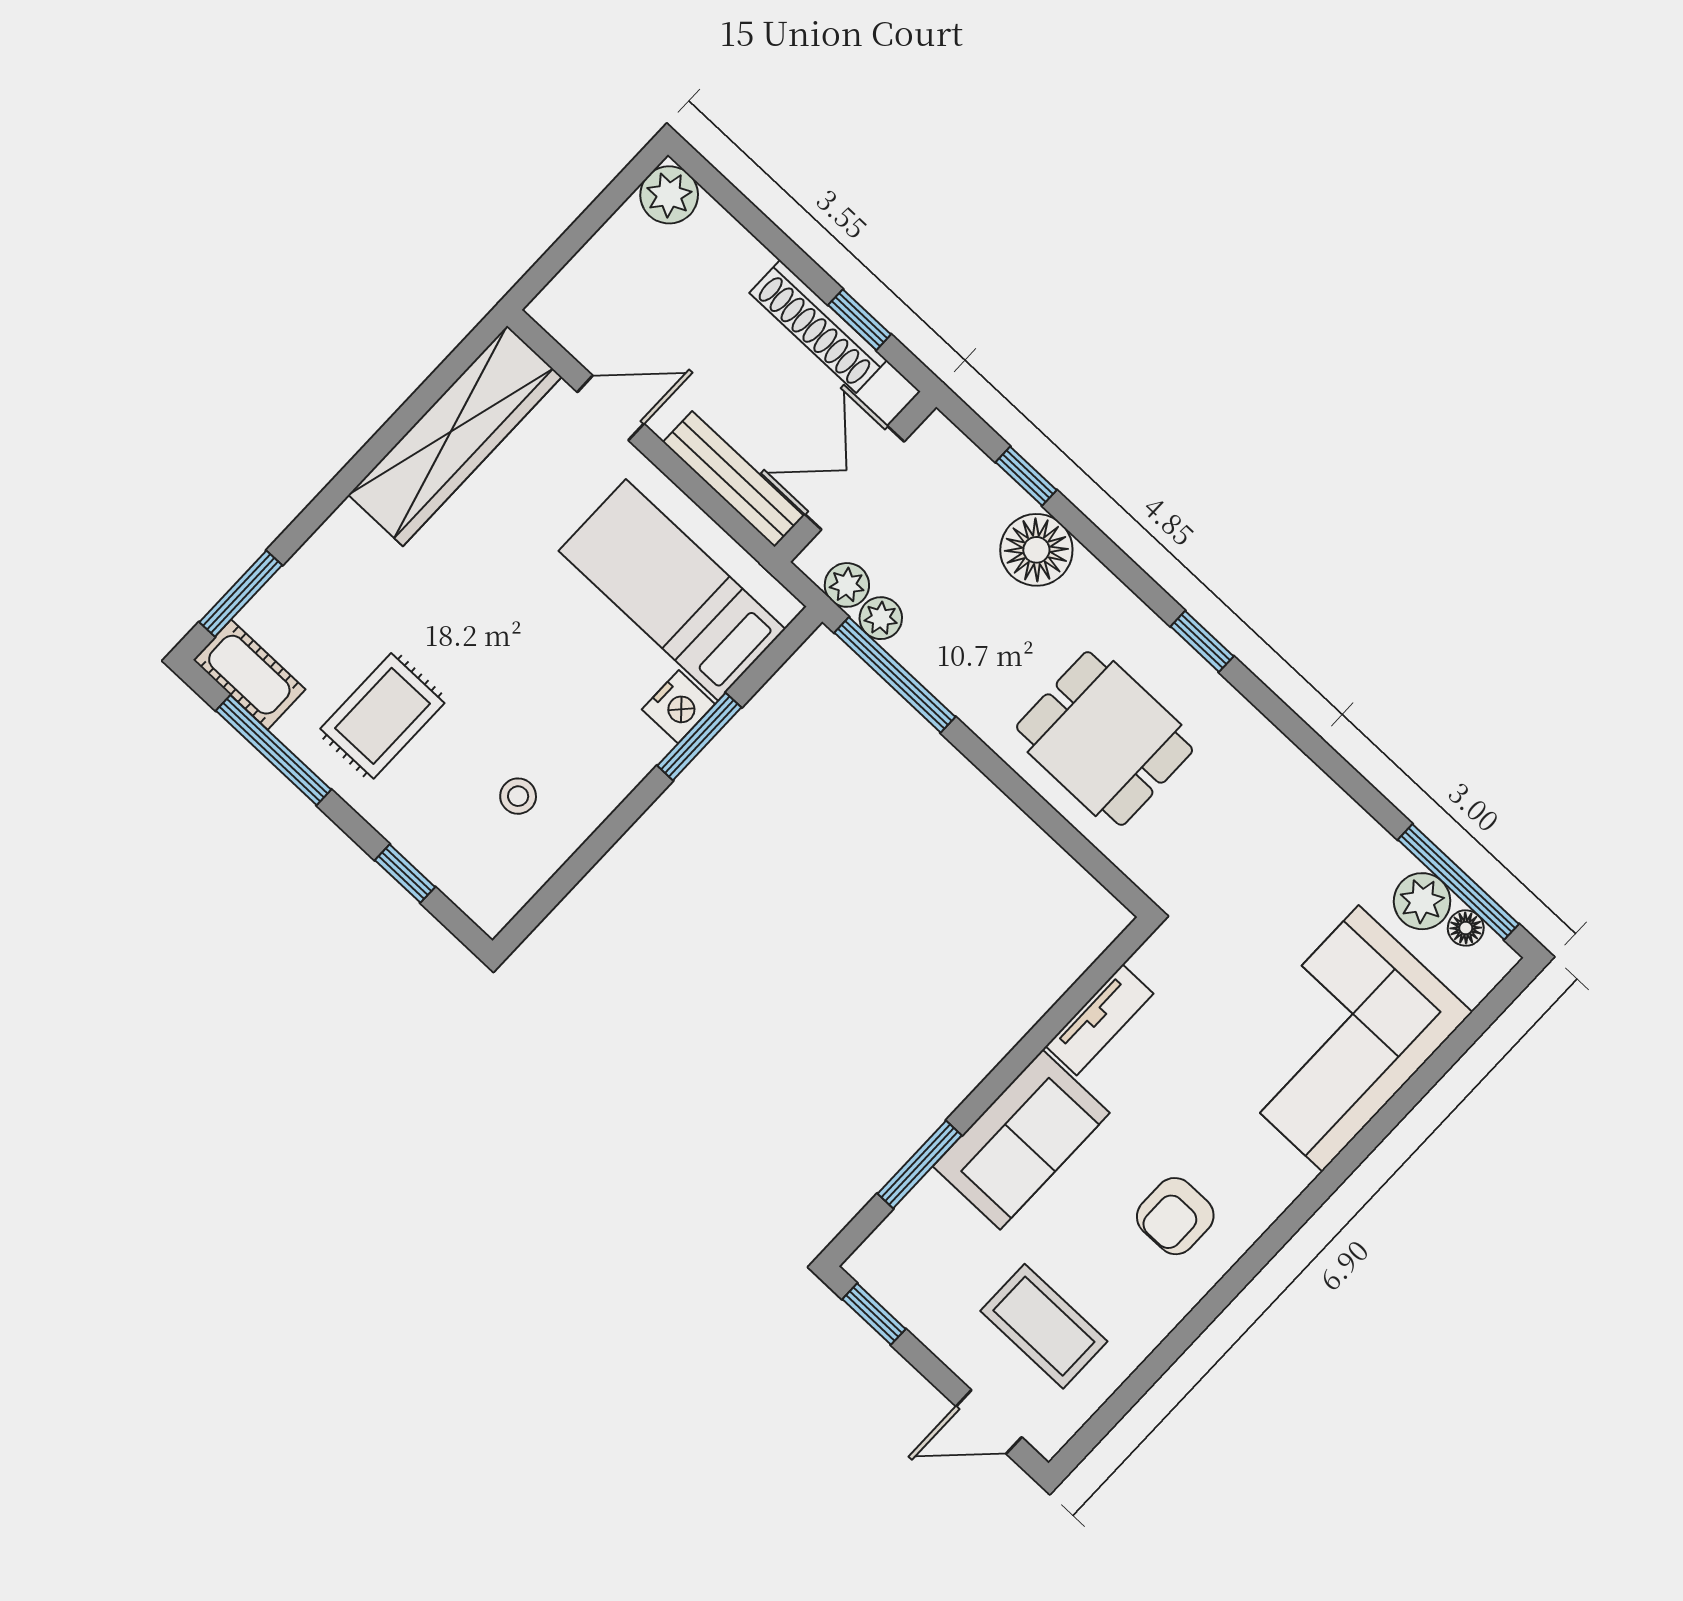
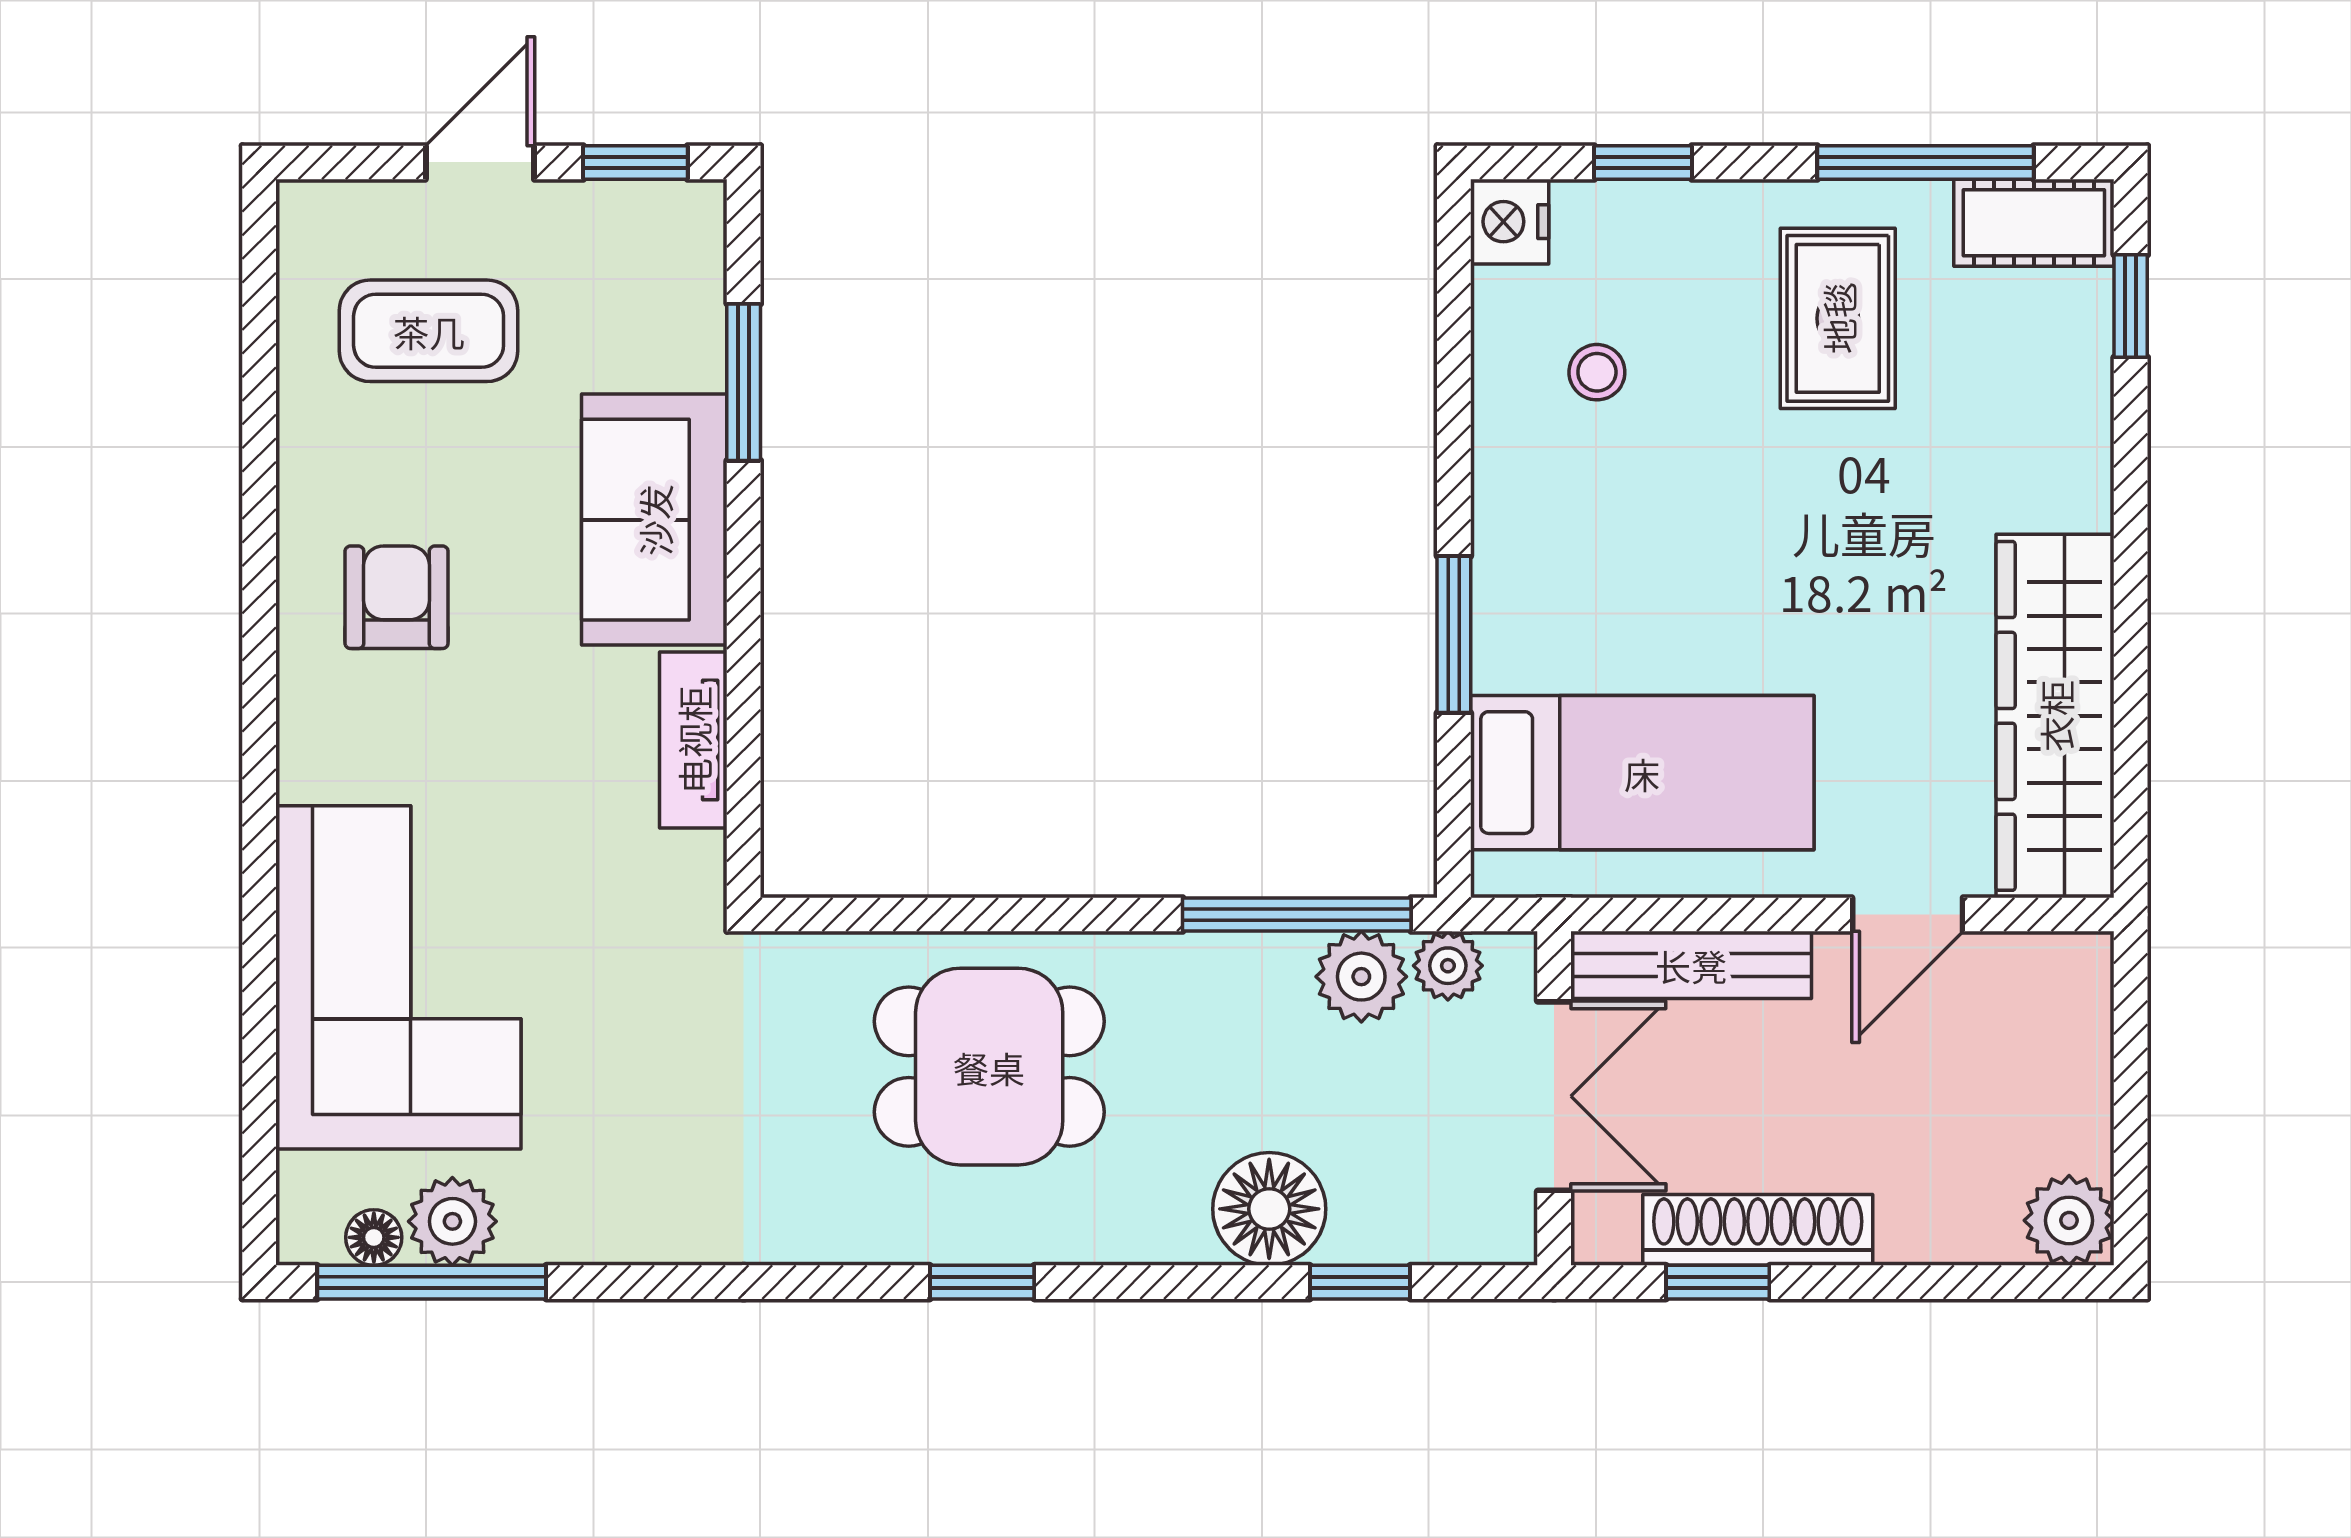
window: (241, 594) -> (2131, 306), width x0.67
plant: (881, 618) -> (1361, 977), width x1.38, depth x1.38
nightstand: (678, 707) -> (1510, 222), moved
door: (989, 1422) -> (480, 162), moved

